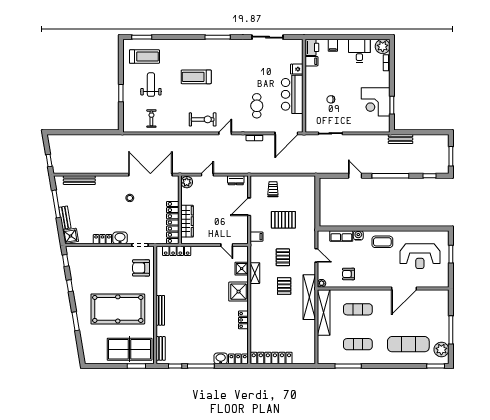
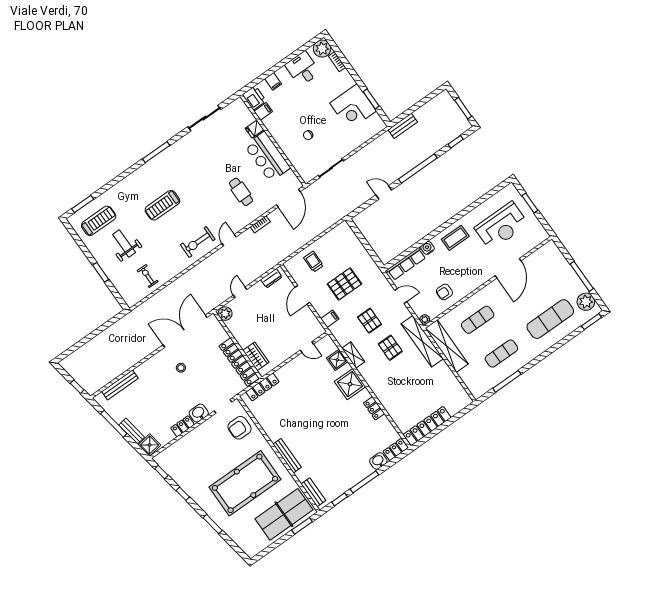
exercise bike: (203, 119) -> (198, 242), turned 180
wardrobe: (187, 221) -> (256, 356), width x0.67
row of seats: (341, 236) -> (406, 264), width x1.48

